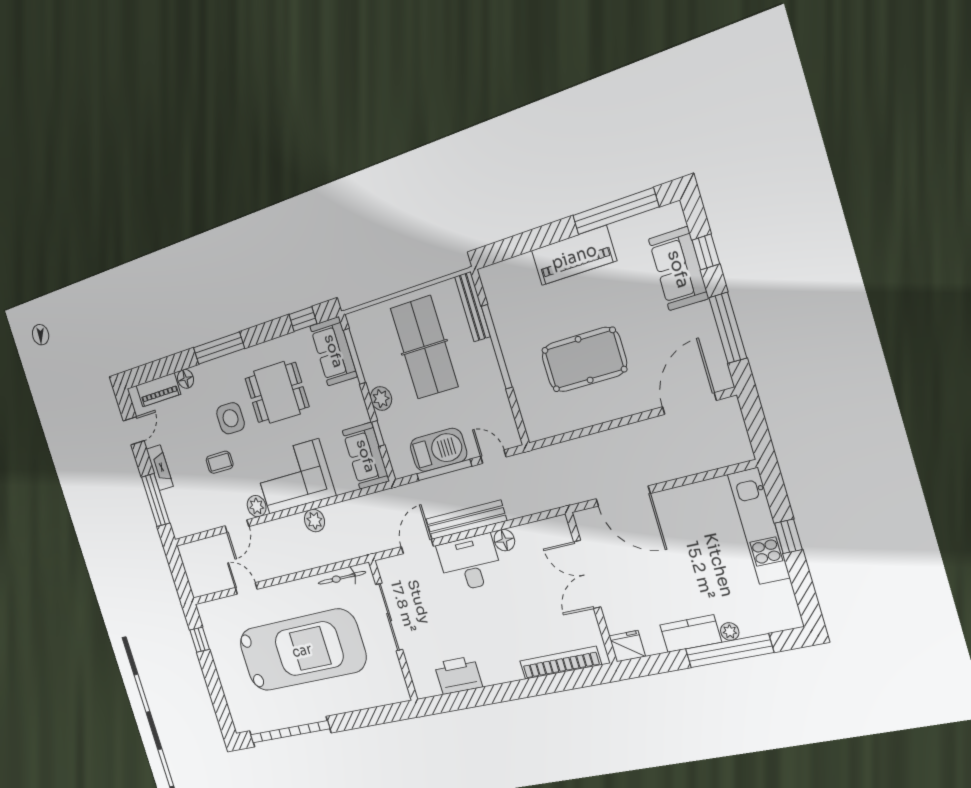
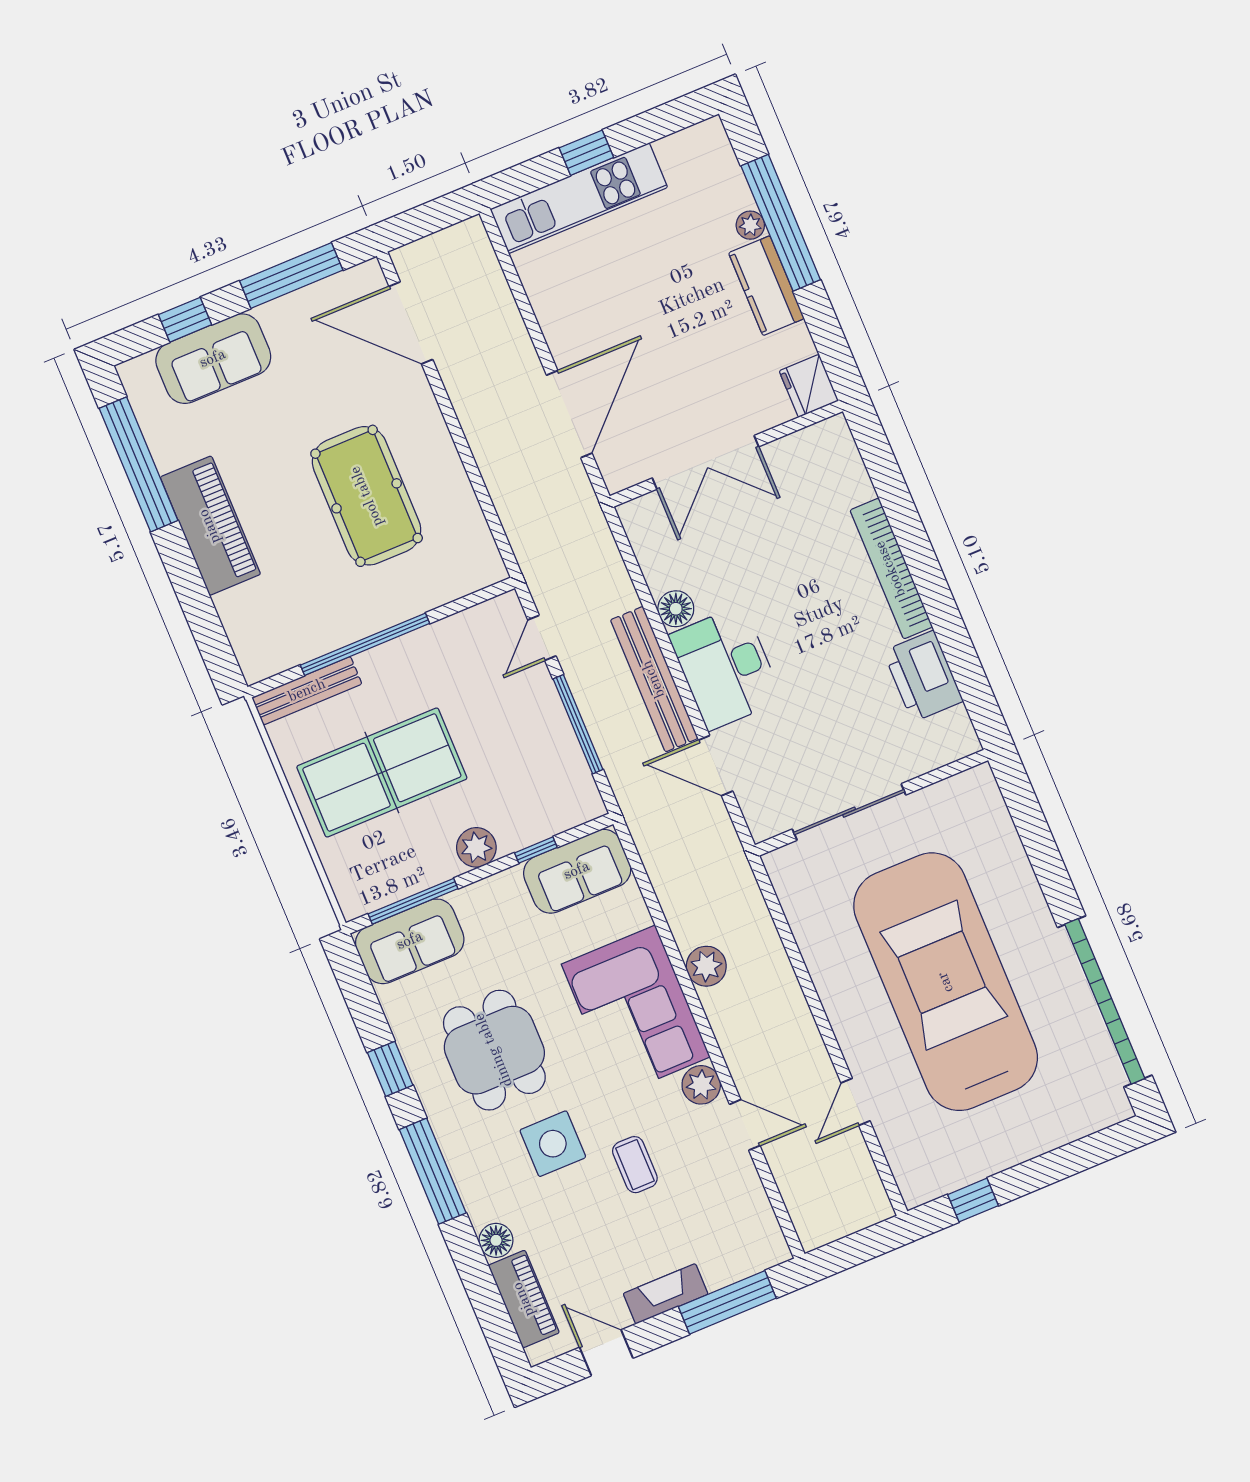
window: (303, 319) -> (390, 1069), moved
barbecue: (438, 450) -> (546, 737), removed
bicycle: (342, 578) -> (798, 907), removed
bookcase: (560, 663) -> (891, 569), moved

